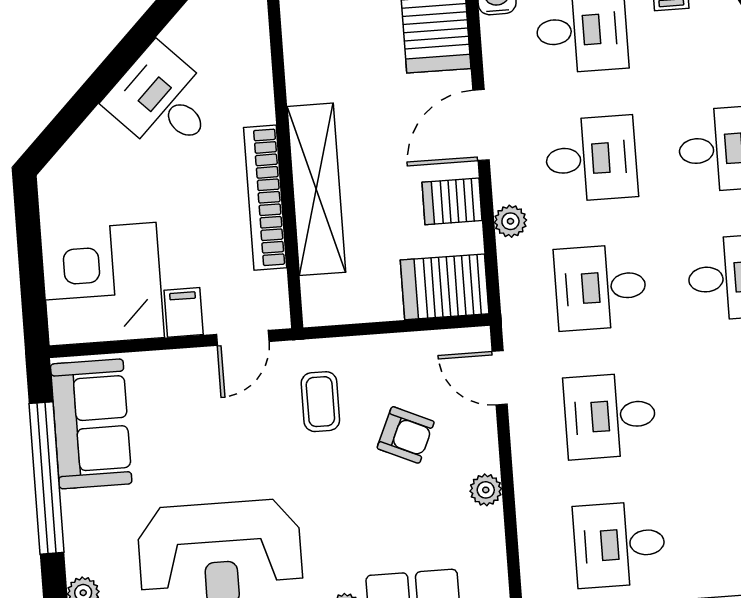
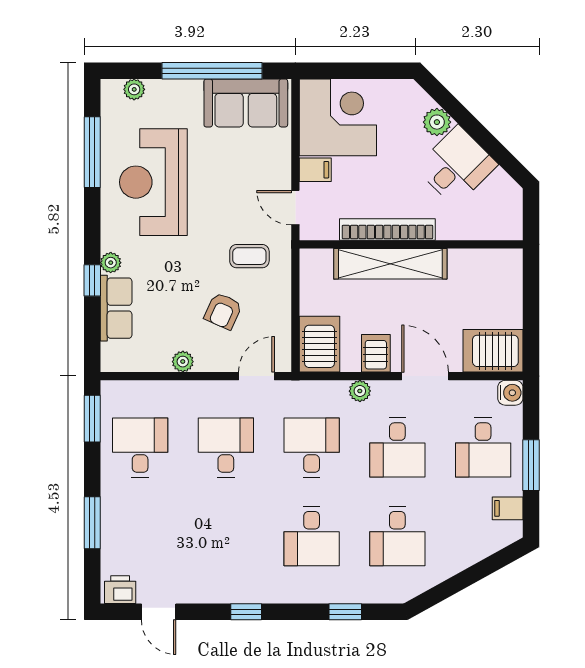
plant: (99, 135) -> (437, 122), added

